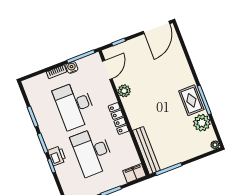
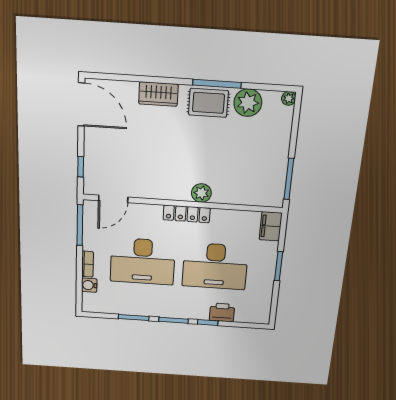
water cooler: (72, 67) -> (89, 285), moved
wardrobe: (183, 69) -> (158, 94), added
door: (107, 70) -> (113, 199), swing flipped
plant: (124, 91) -> (201, 193), moved
bench: (146, 150) -> (248, 197), removed
printer: (57, 156) -> (222, 312), moved

